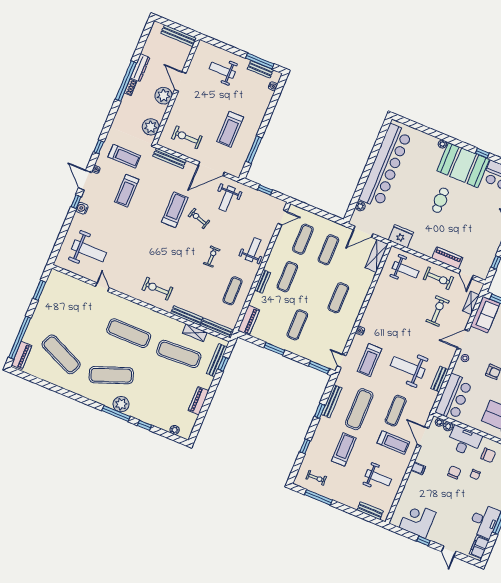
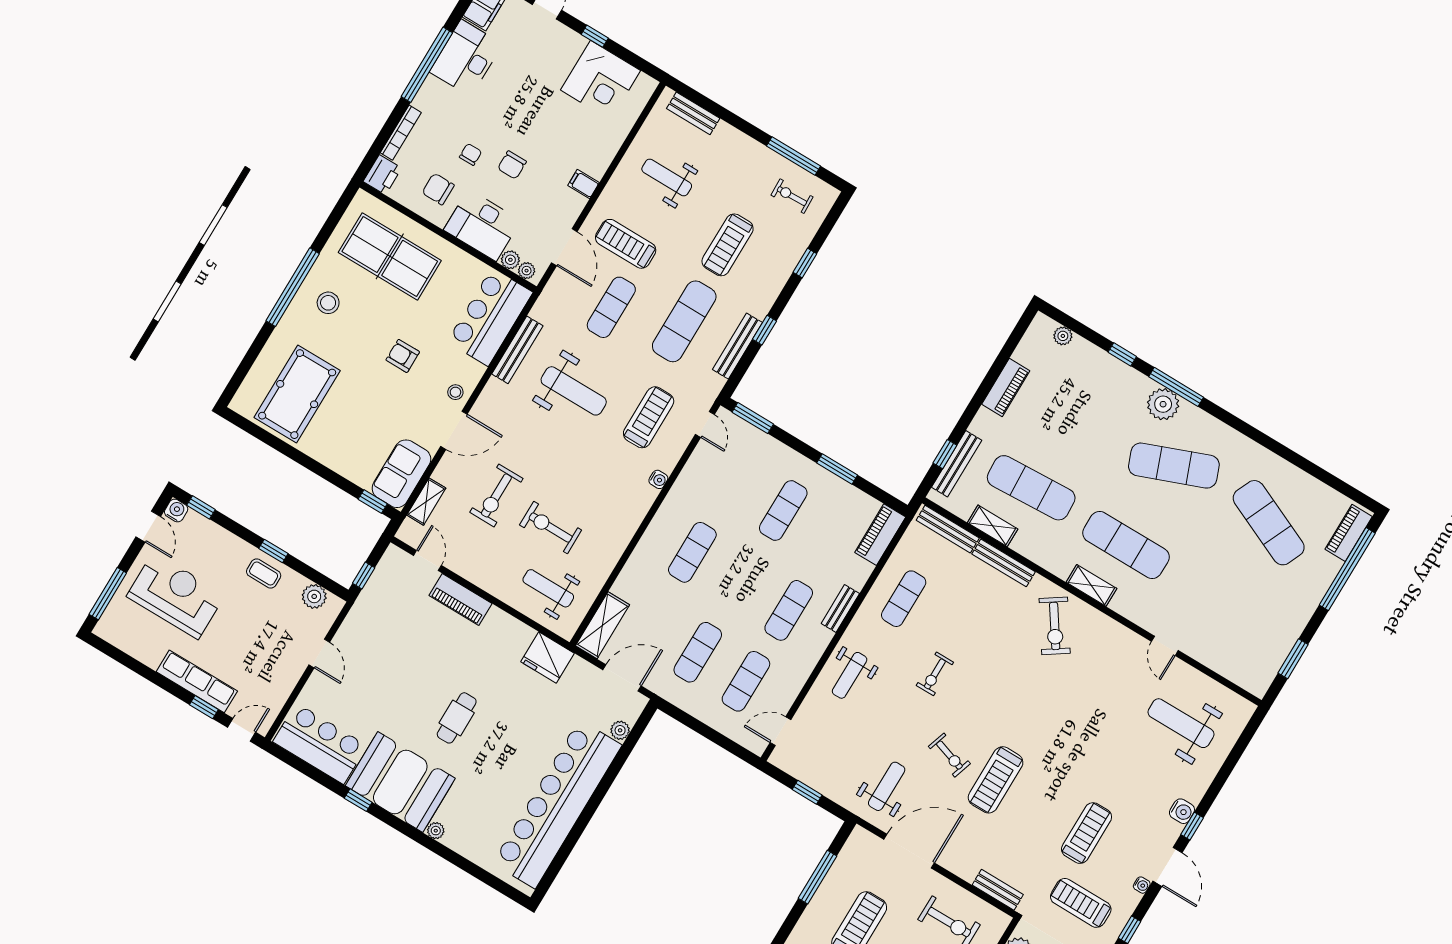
bench: (170, 158) -> (998, 890), width x0.73
exercise bike: (438, 278) -> (551, 528), moved
exercise bike: (157, 289) -> (1055, 626), turned 56
shelving: (142, 311) -> (1091, 585), added
bench: (440, 379) -> (517, 350), width x1.36

